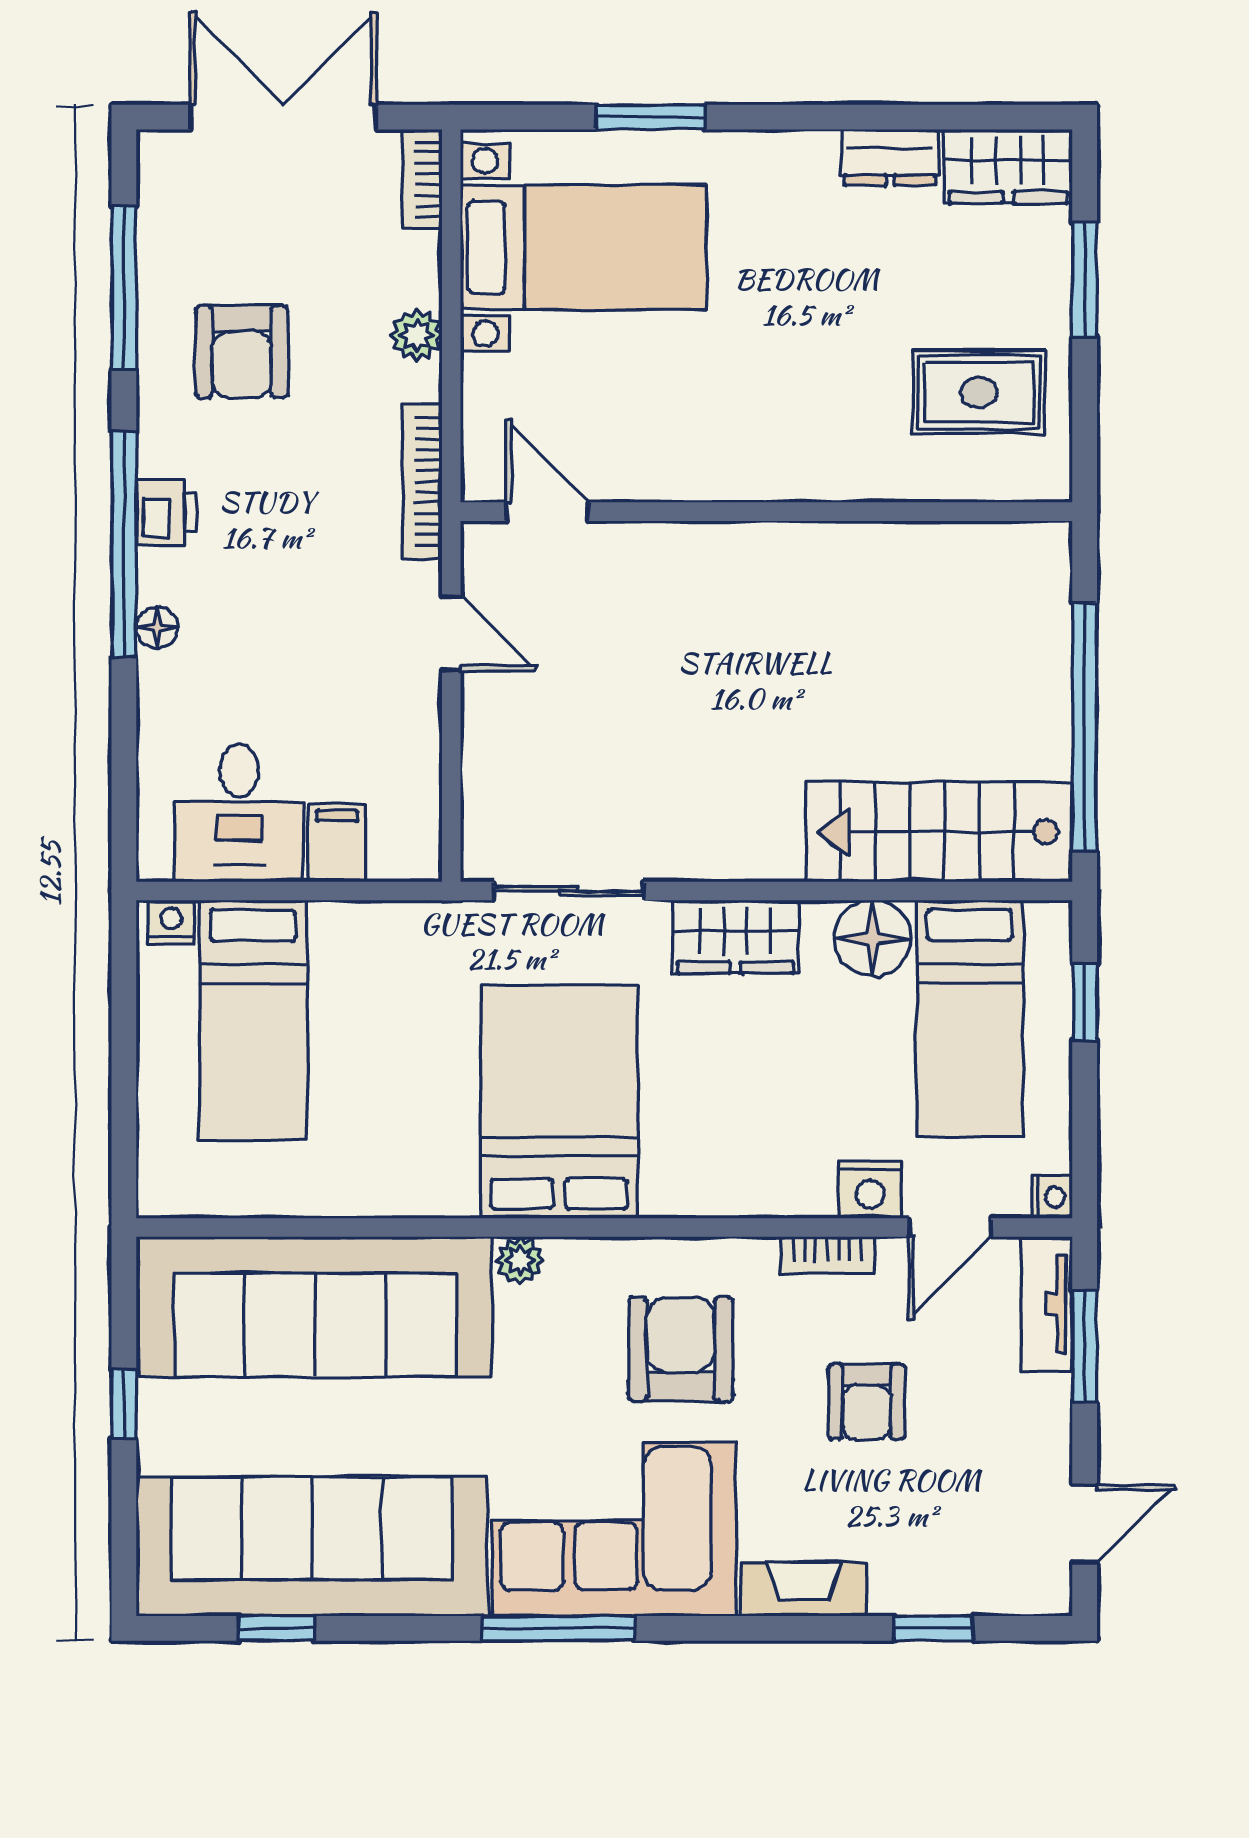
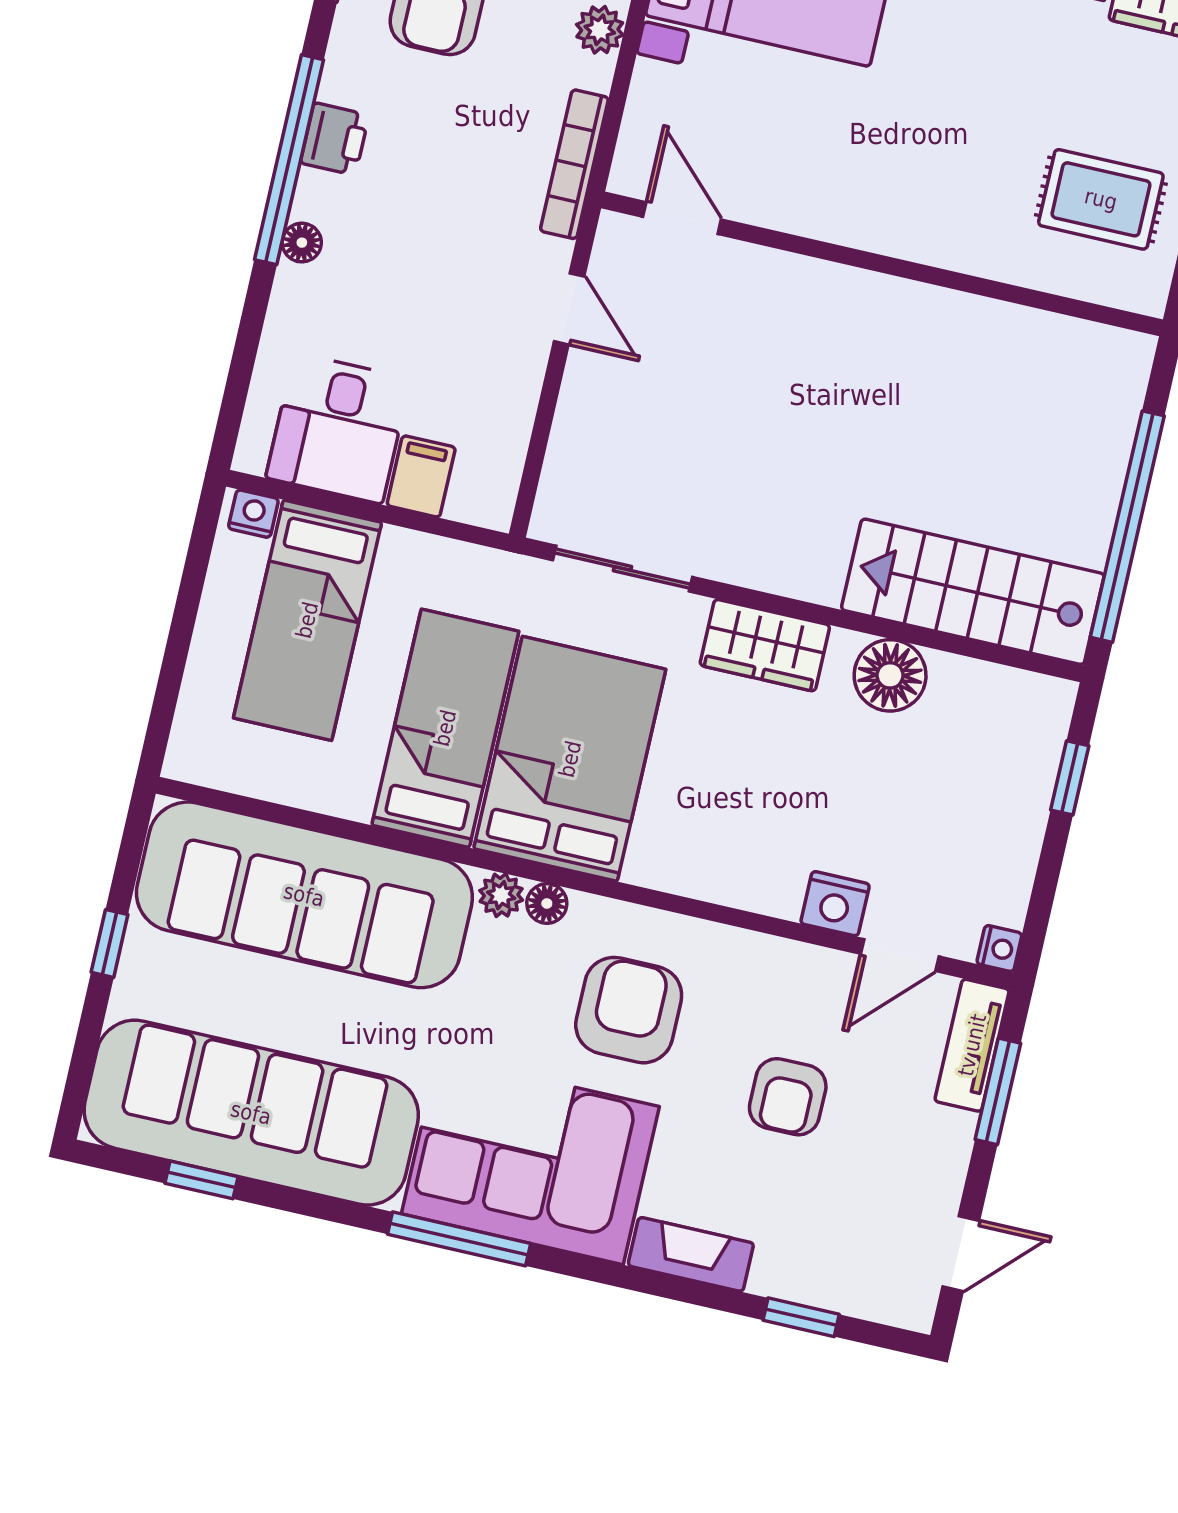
bed: (970, 1019) -> (445, 728), moved, turned 180
bookcase: (827, 1255) -> (782, 955), removed
floor lamp: (570, 1258) -> (547, 903), added

